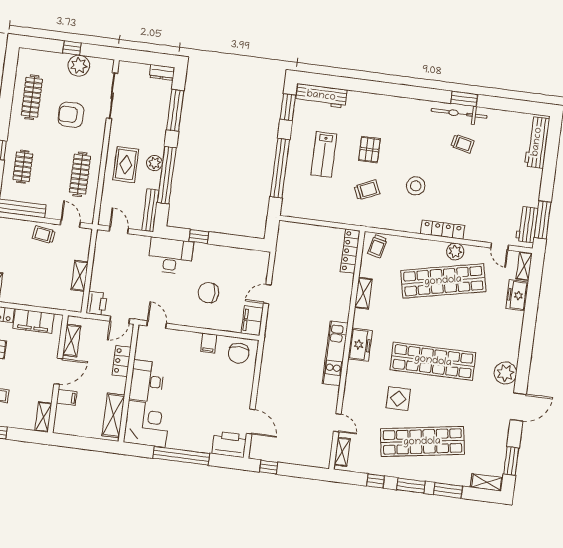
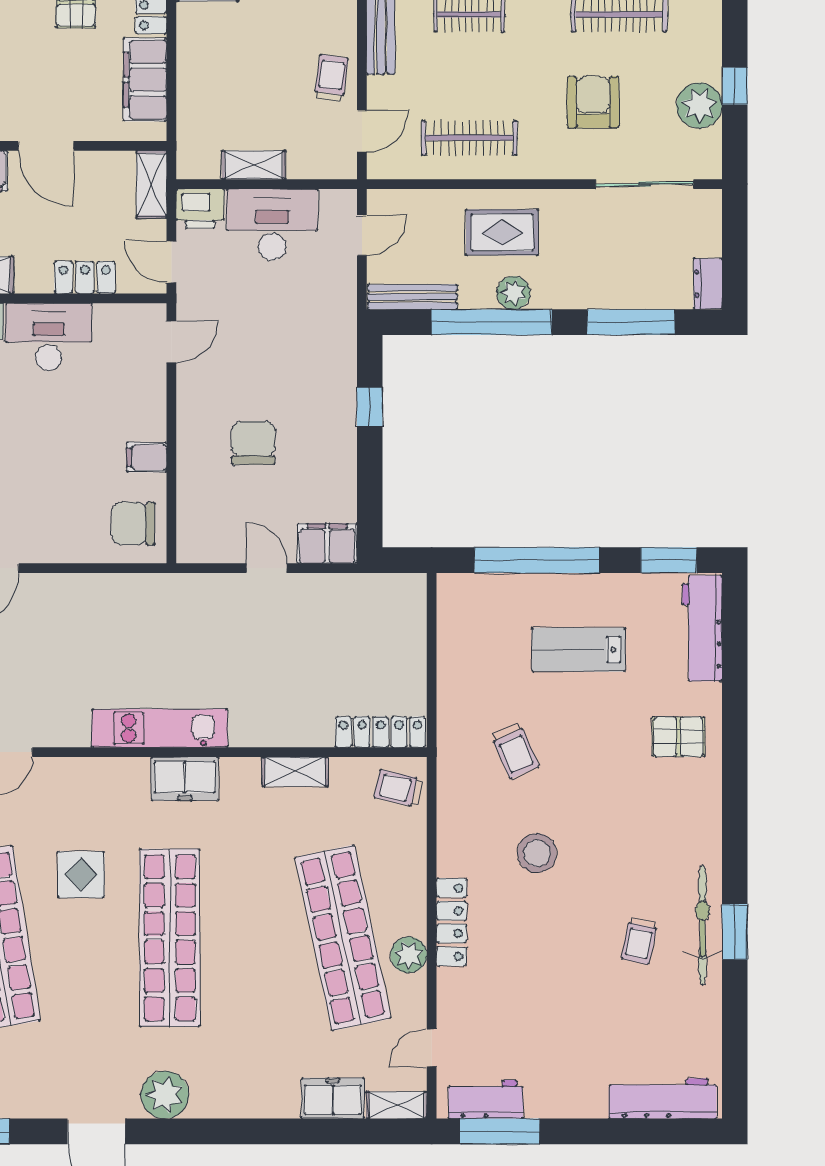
pallet: (369, 150) -> (678, 737), moved
desk: (171, 256) -> (272, 225), moved, turned -90
filing cabinet: (252, 321) -> (327, 543), moved
shelving: (72, 340) -> (151, 184), moved, turned 90

